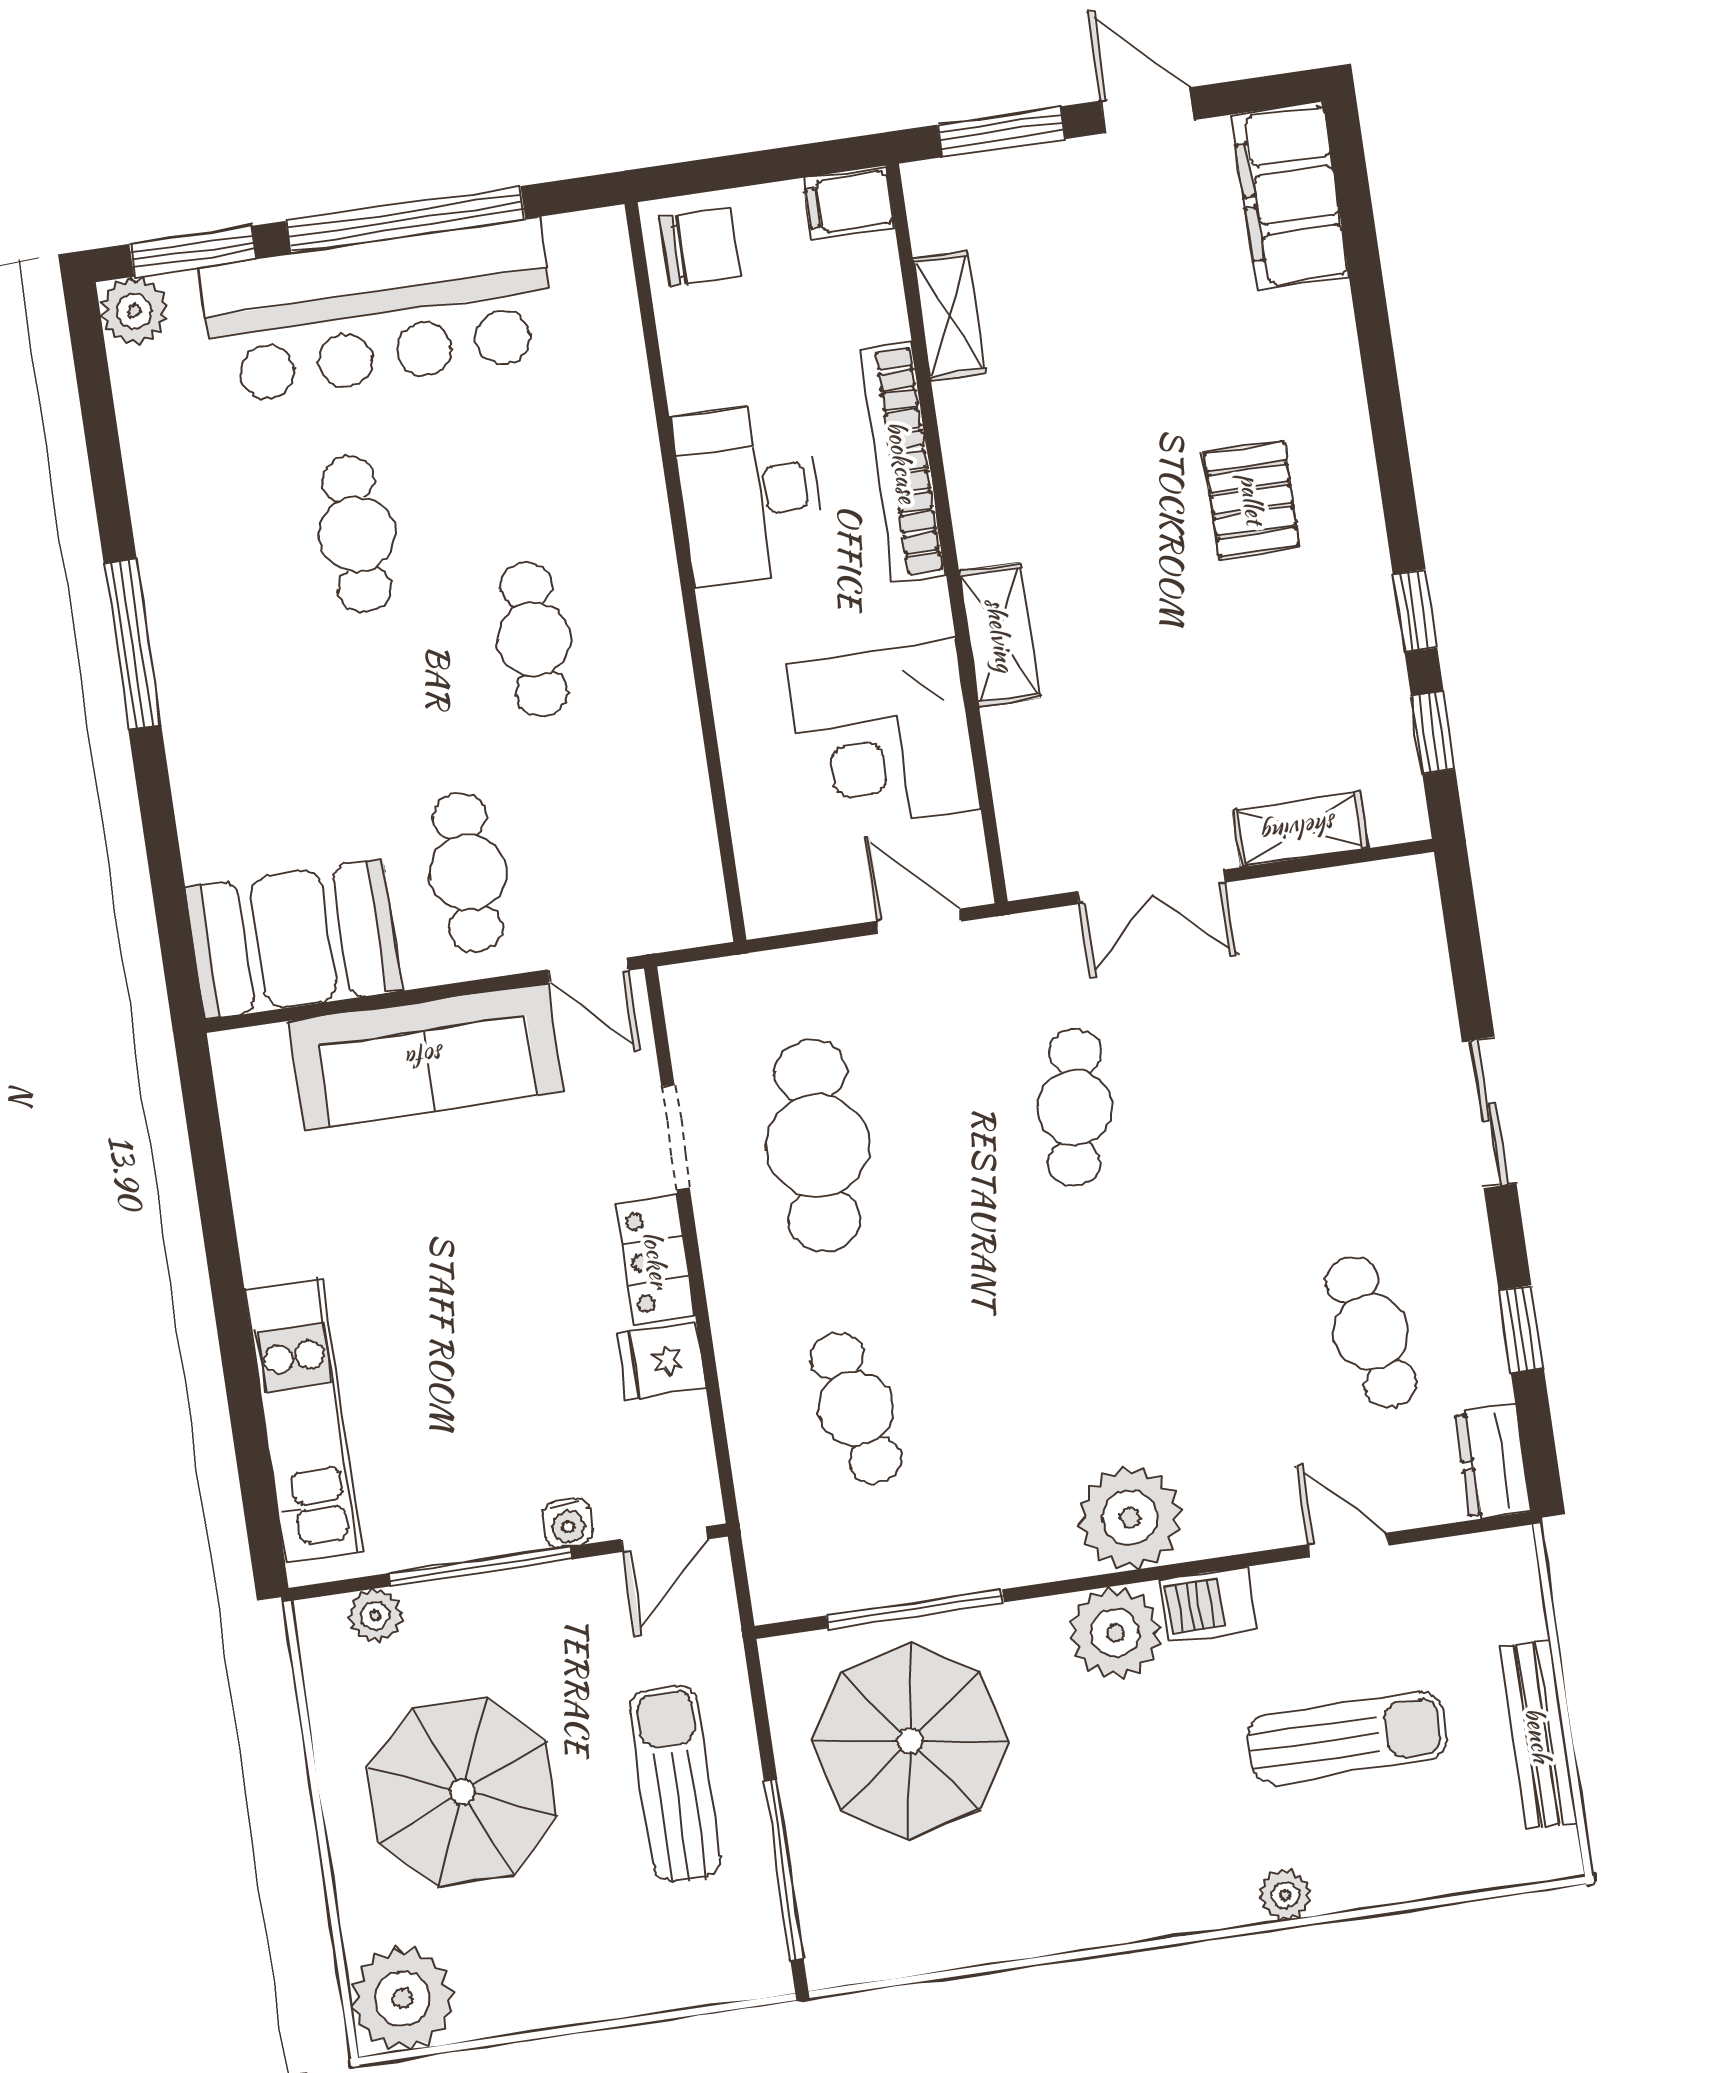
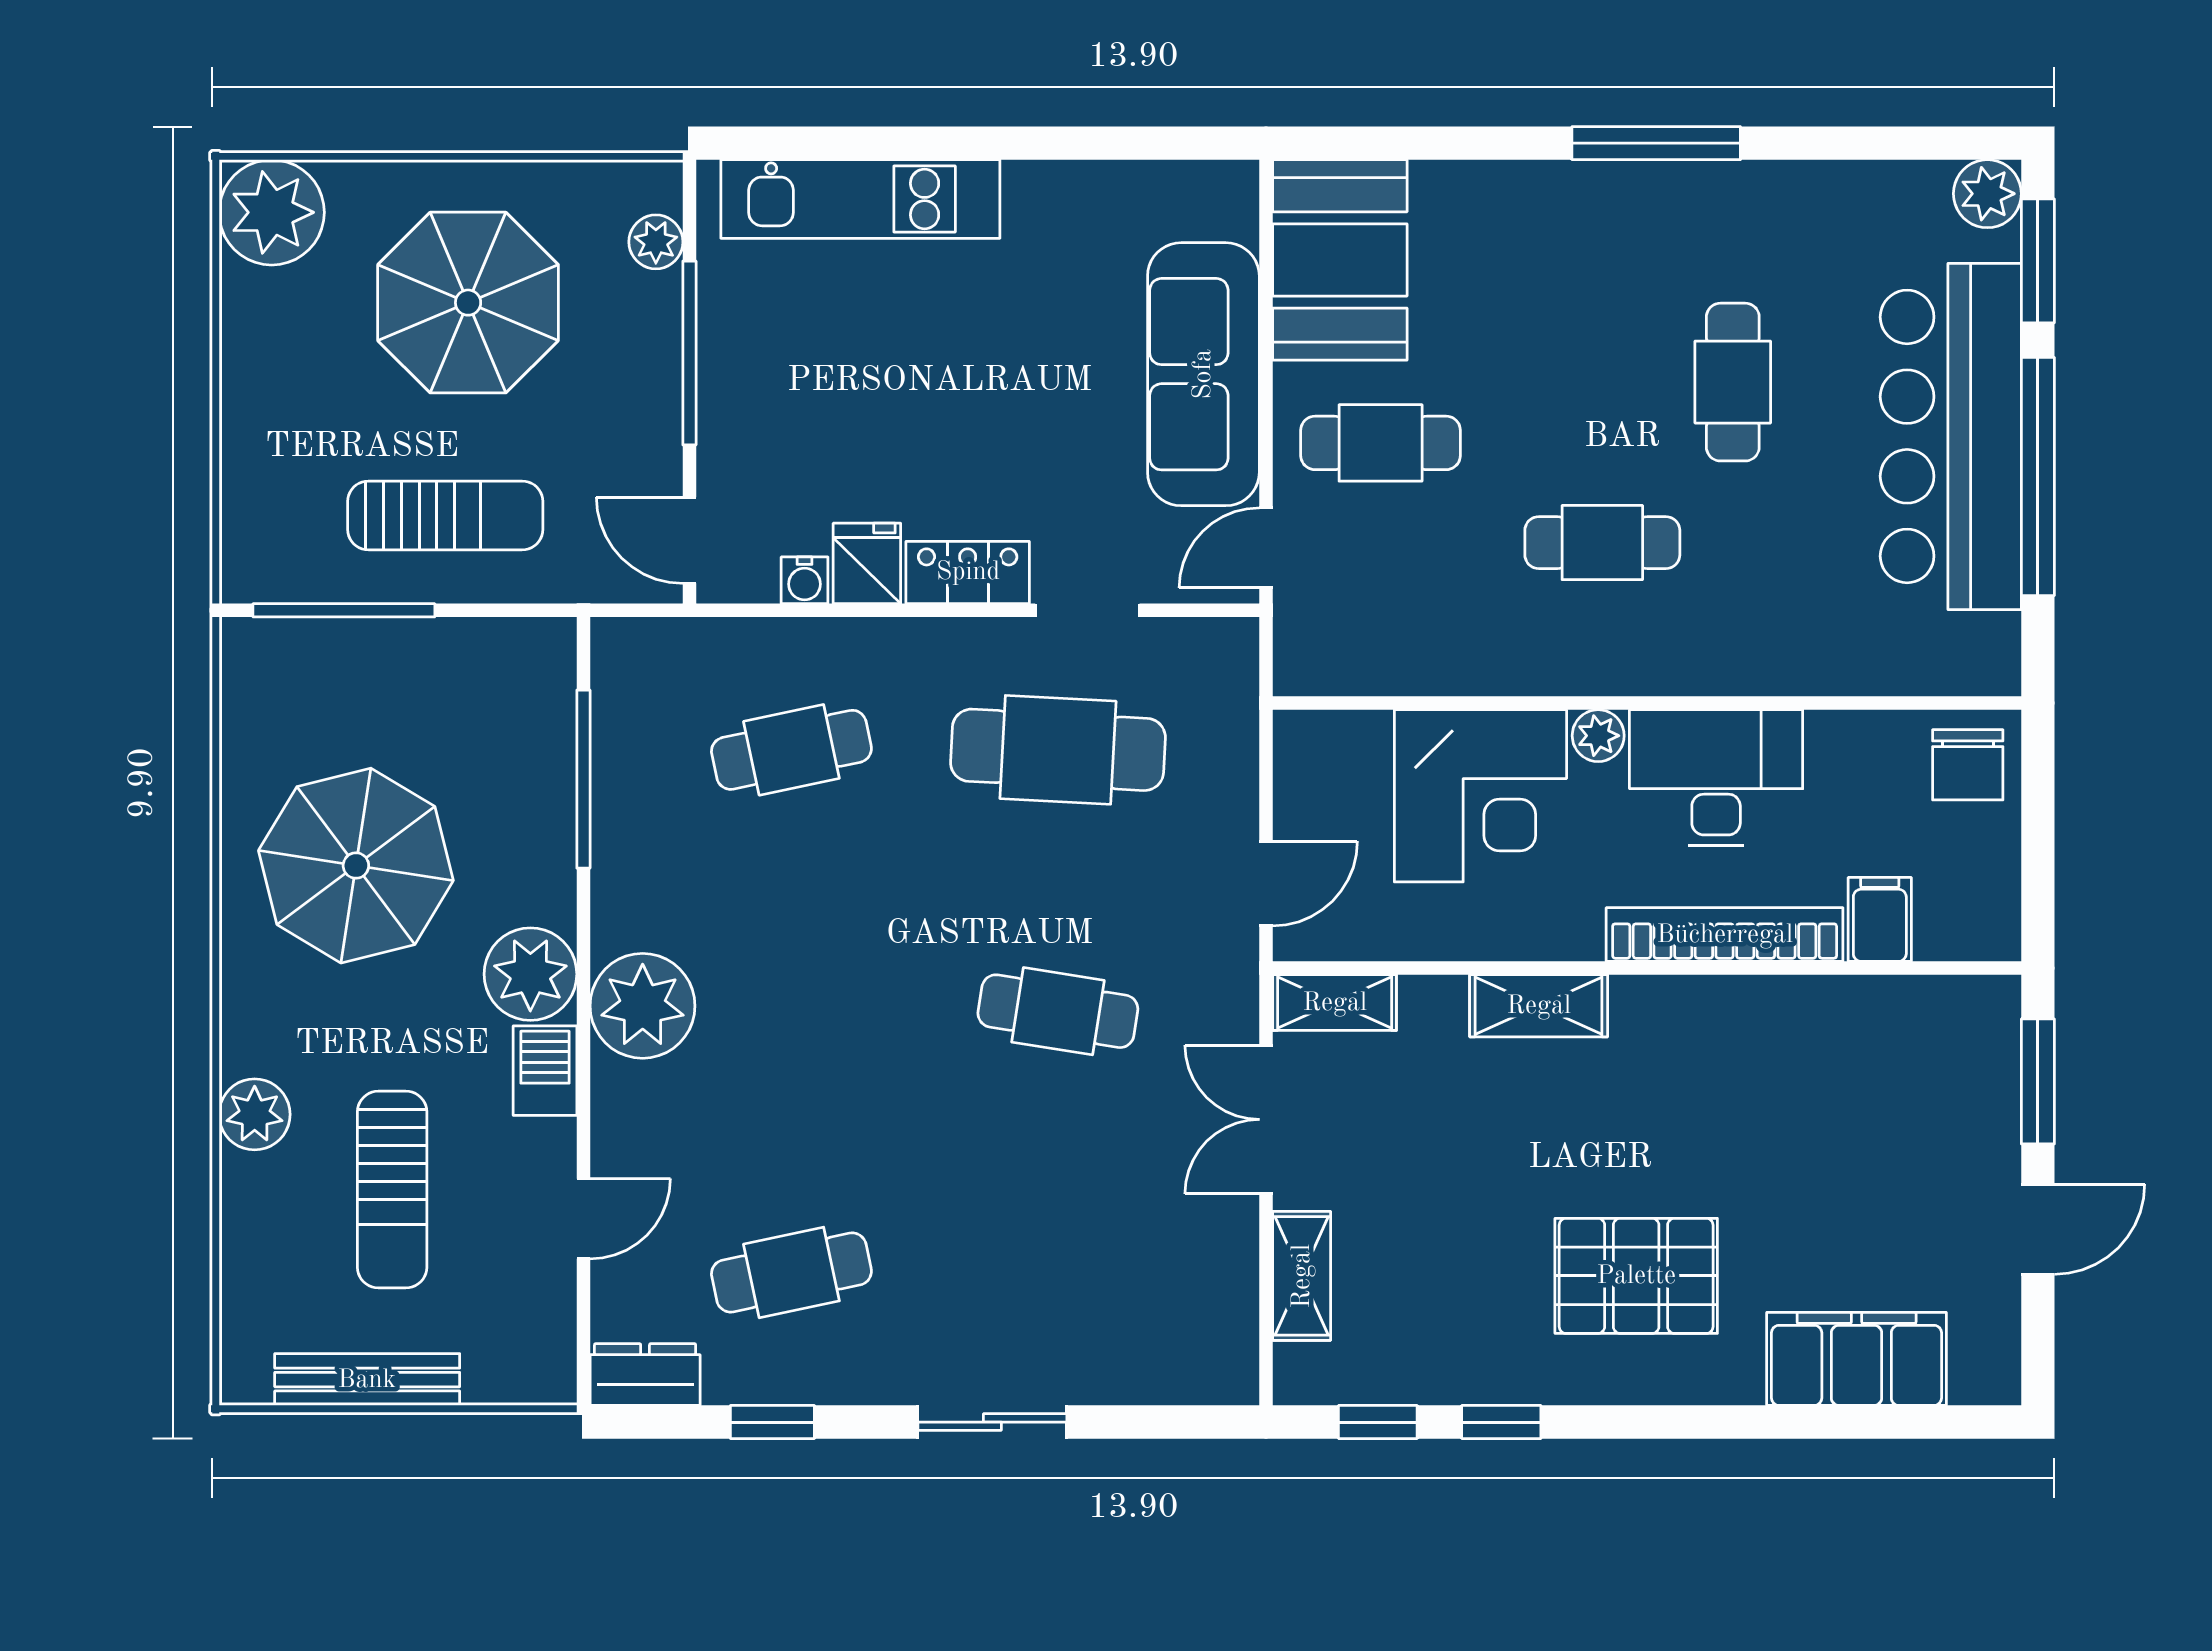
filing cabinet: (1290, 196) -> (1857, 1359), moved
filing cabinet: (849, 203) -> (1880, 919), moved
shelving: (949, 316) -> (1335, 1003), moved
pallet: (1252, 499) -> (1636, 1276), width x1.50, depth x1.42
cafe table: (357, 534) -> (1733, 382), turned 90
plant: (725, 615) -> (1598, 736), added
corner desk: (883, 737) -> (1480, 796), moved, turned 180
water cooler: (568, 1523) -> (805, 580), moved, turned -90
parasol: (910, 1741) -> (356, 866), moved
plant: (1285, 1895) -> (255, 1114), width x1.38, depth x1.38

